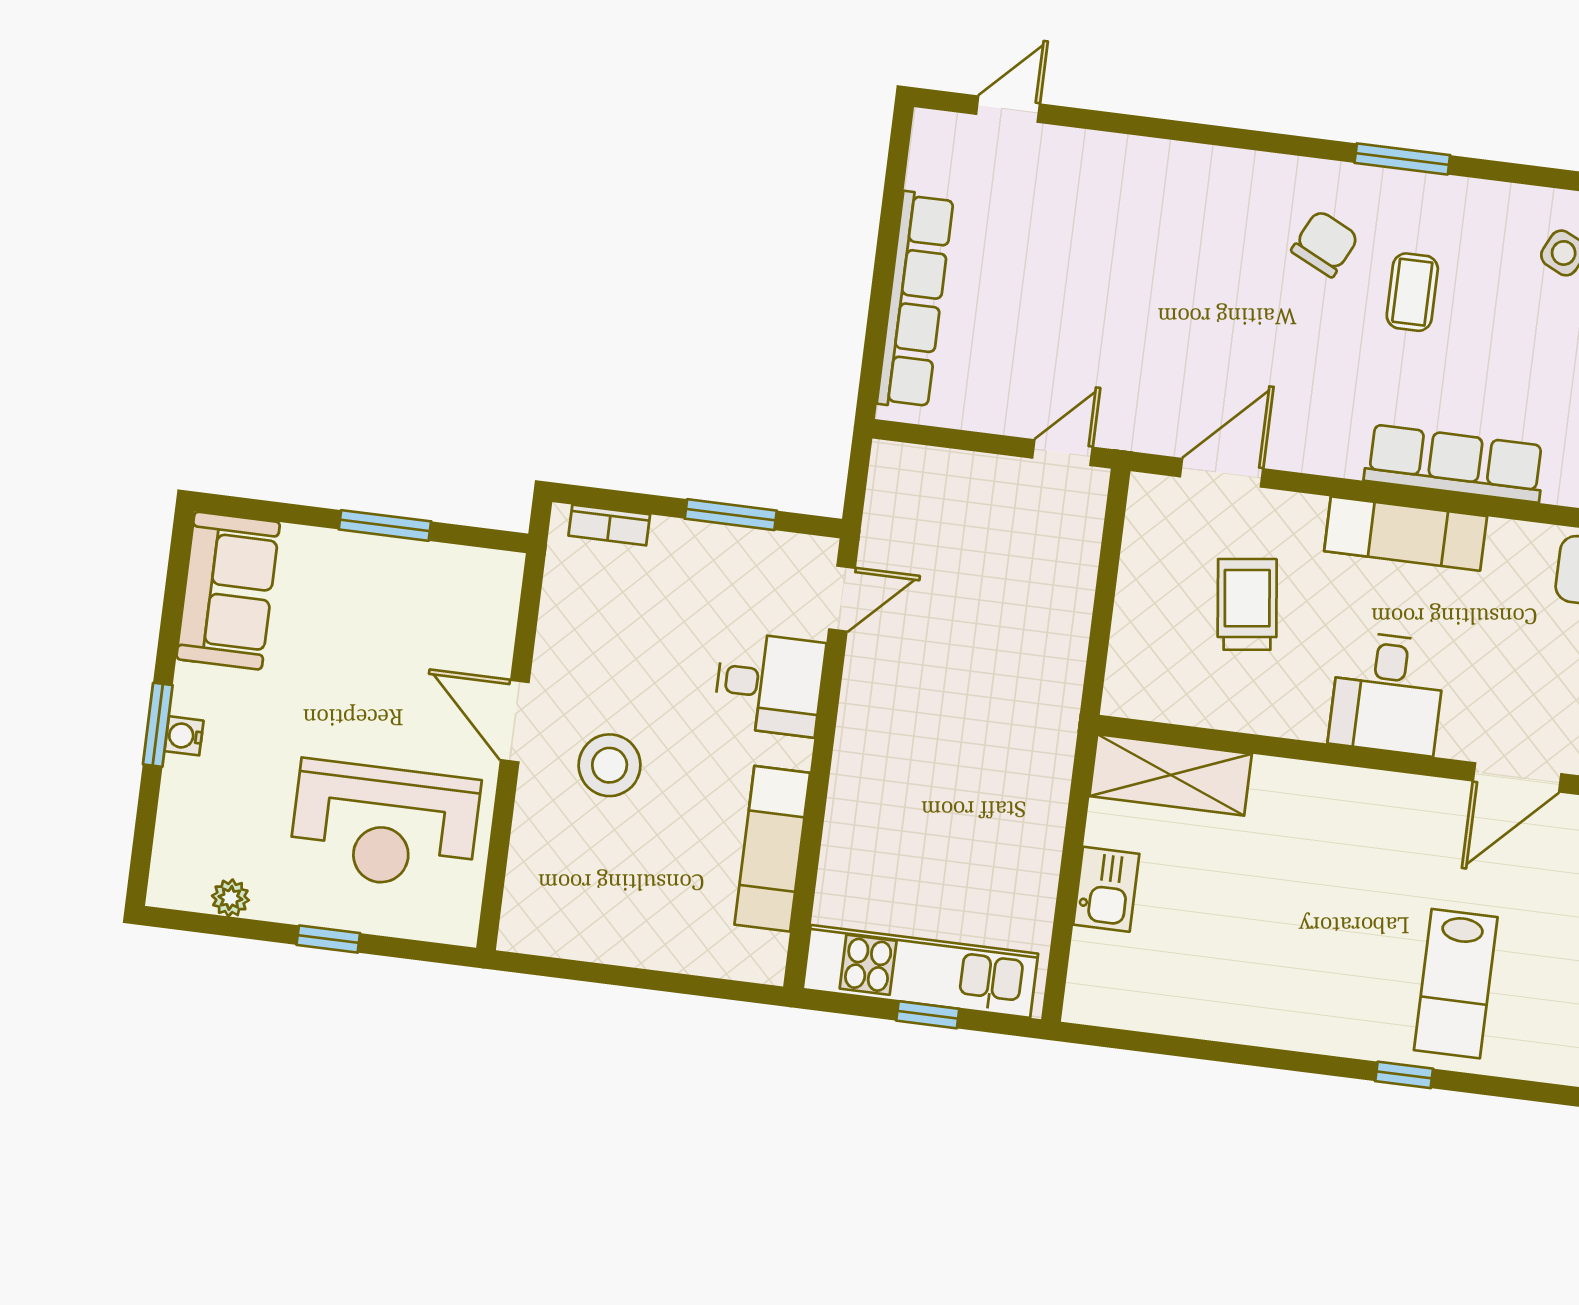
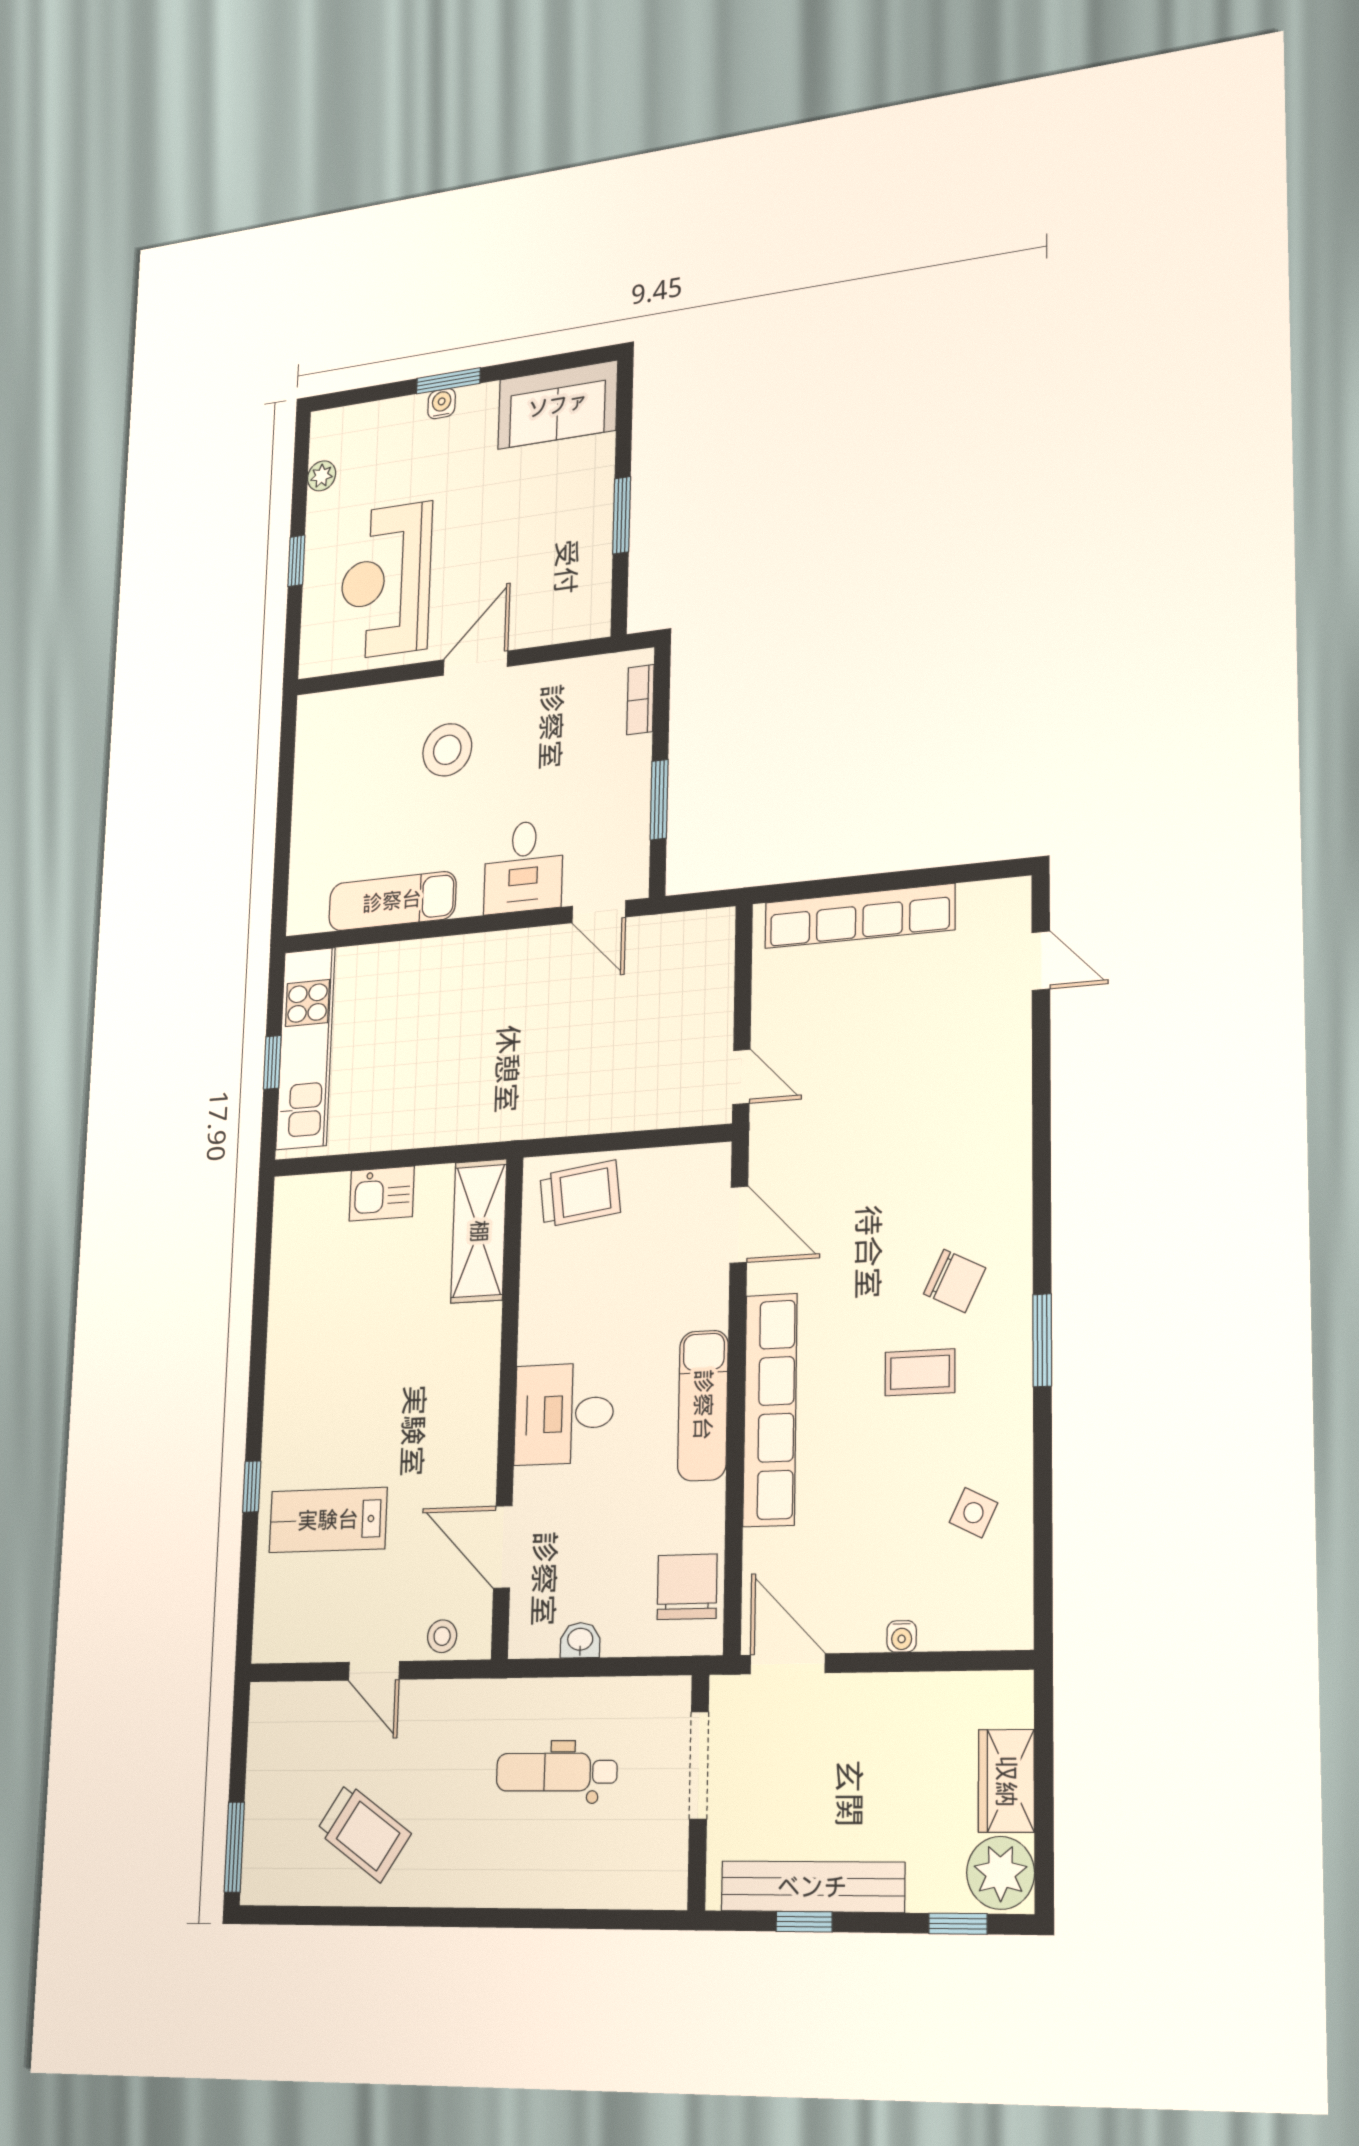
row of seats: (1455, 463) -> (770, 1410), width x1.36
trolley: (1247, 604) -> (580, 1194), moved

